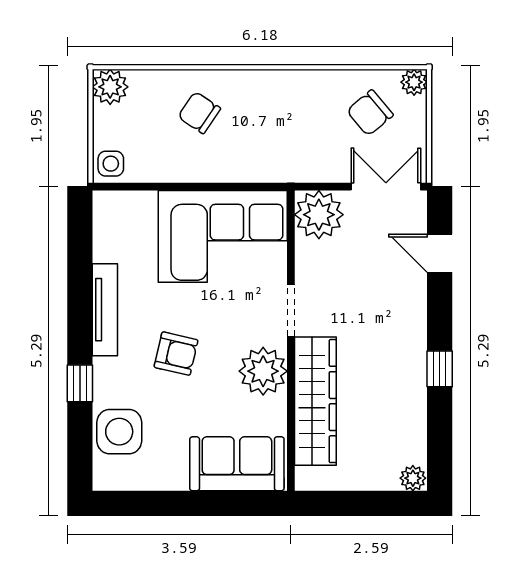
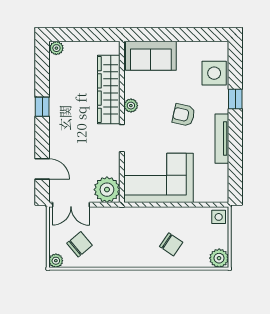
plant: (263, 371) -> (131, 106), width x0.53, depth x0.53

